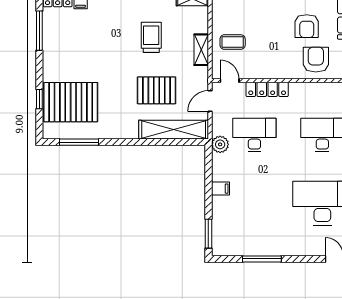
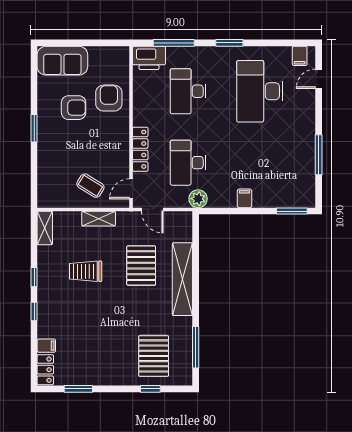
window: (39, 31) -> (78, 389), width x0.69
coffee table: (233, 42) -> (90, 186), turned -58
armchair: (316, 60) -> (109, 98), turned 90
pallet: (71, 102) -> (154, 356), width x0.73, depth x0.71
shelving: (174, 130) -> (182, 279), moved

